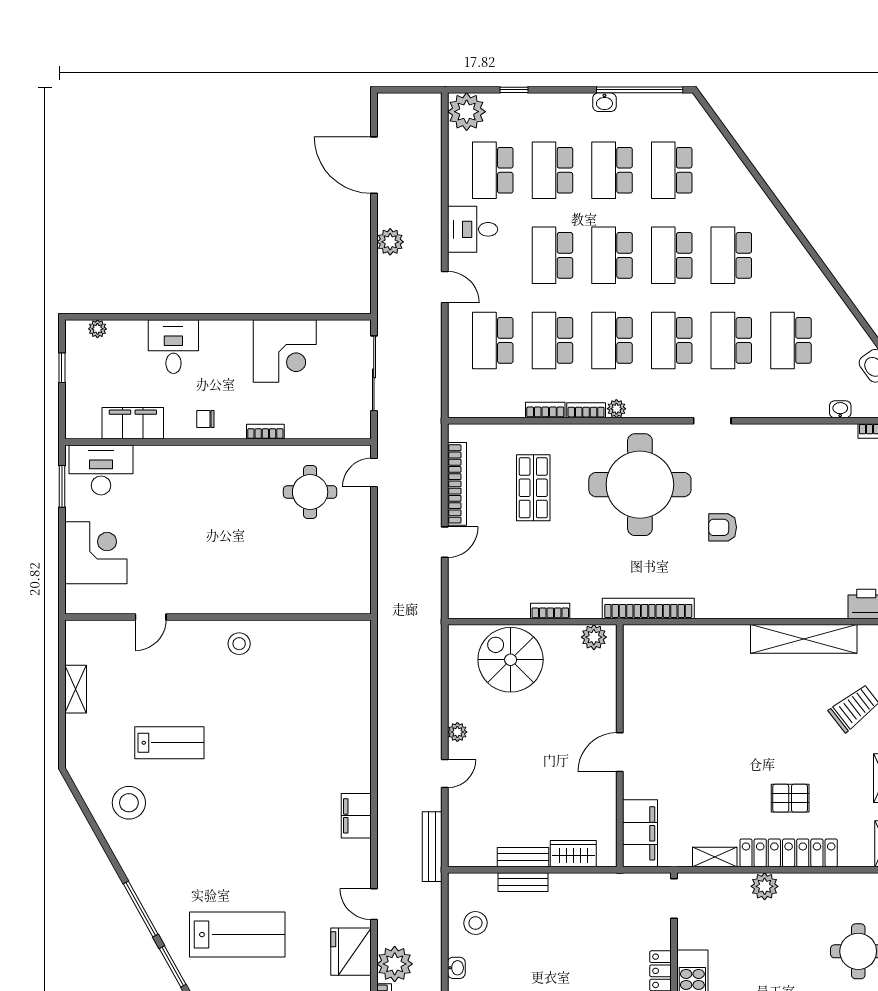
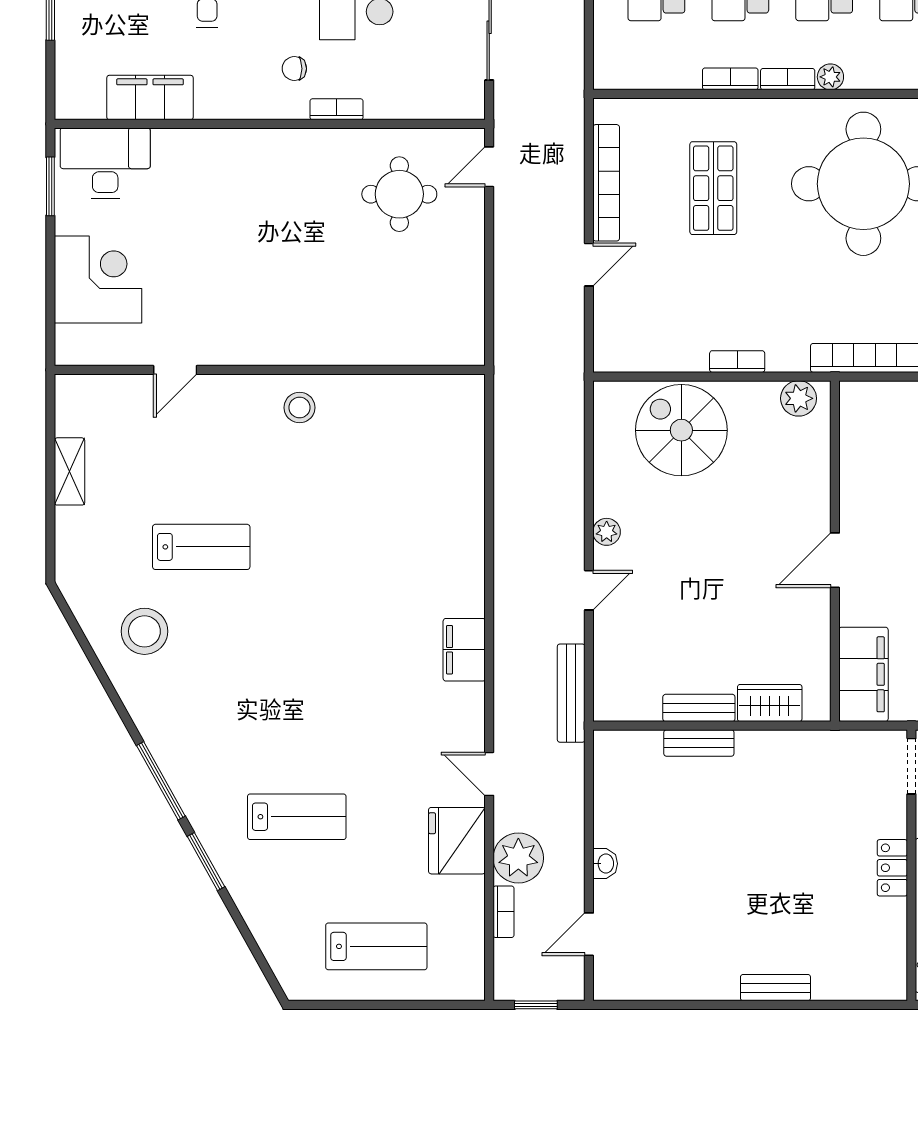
chair: (205, 419) -> (294, 69), moved
stool: (475, 923) -> (632, 801), removed
lab bench: (237, 935) -> (297, 817), width x0.73, depth x0.72

